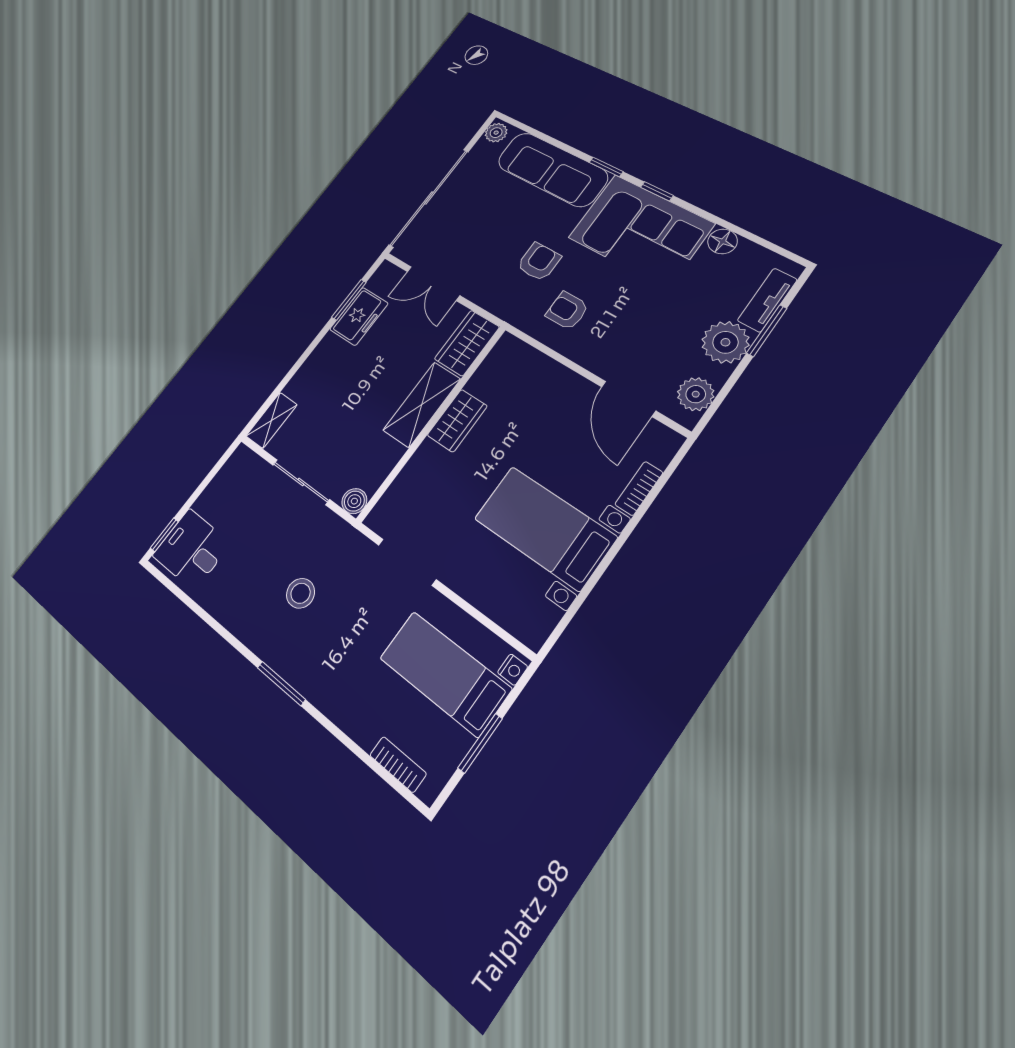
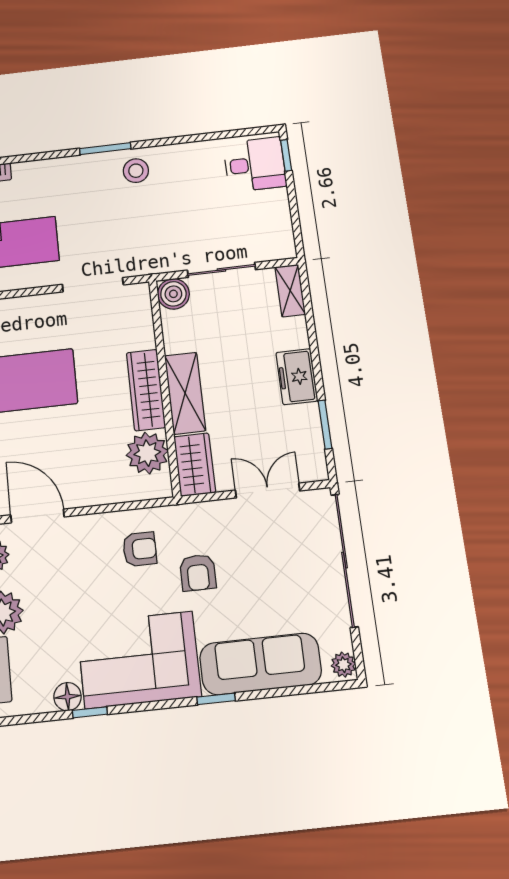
window: (657, 191) -> (90, 712), moved
freezer: (359, 316) -> (297, 377), moved
plant: (494, 380) -> (147, 453), added
wardrobe: (457, 421) -> (146, 390), width x1.50
boiler: (354, 501) -> (173, 294), width x1.36, depth x1.36
stool: (301, 593) -> (136, 171), moved

